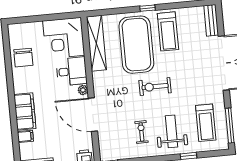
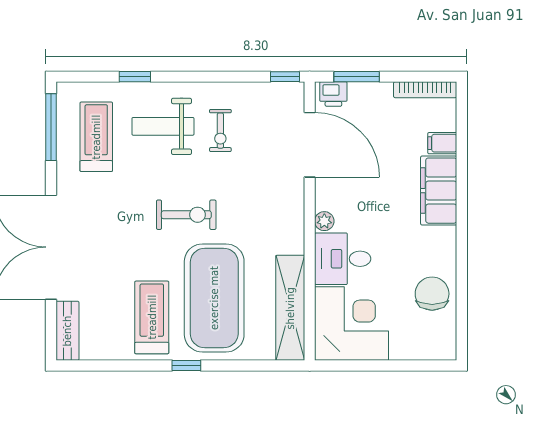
door: (93, 115) -> (310, 145), moved
weight bench: (172, 131) -> (163, 126), turned 90

